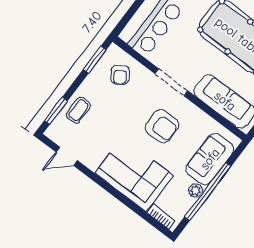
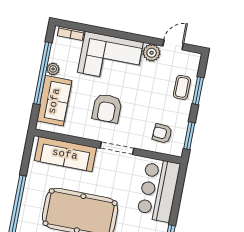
armchair: (120, 75) -> (162, 133), turned -53
window: (56, 111) -> (198, 91), moved
armchair: (162, 126) -> (107, 108), turned -90
plant: (92, 159) -> (152, 53), added

